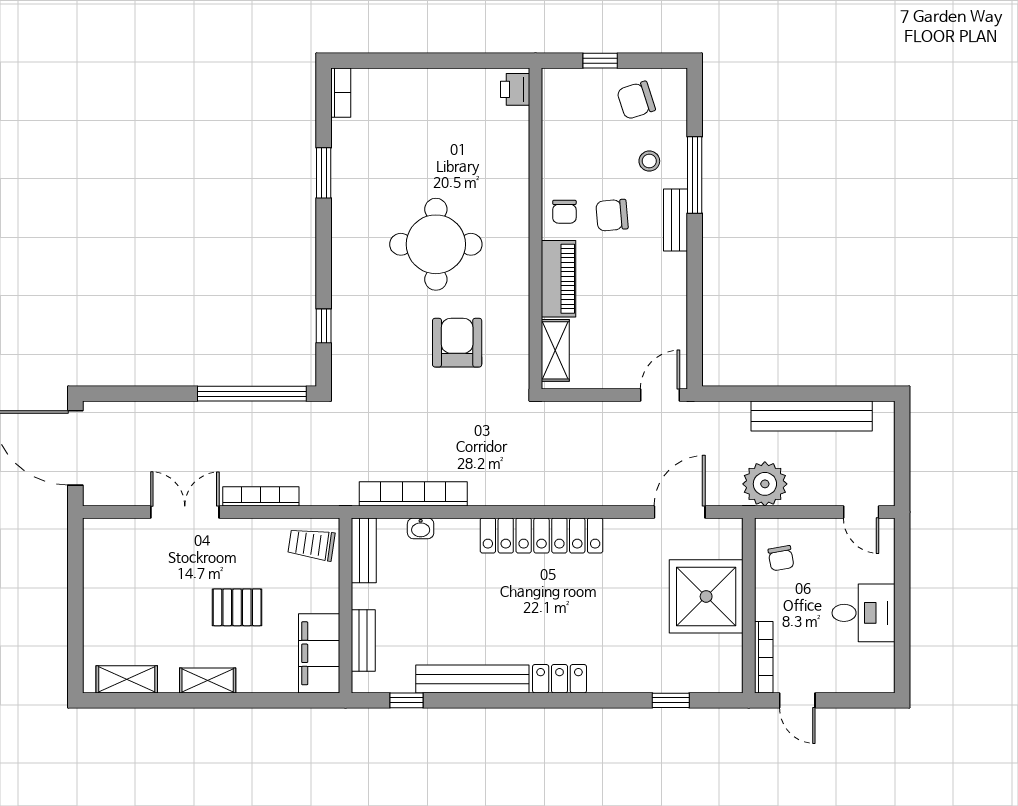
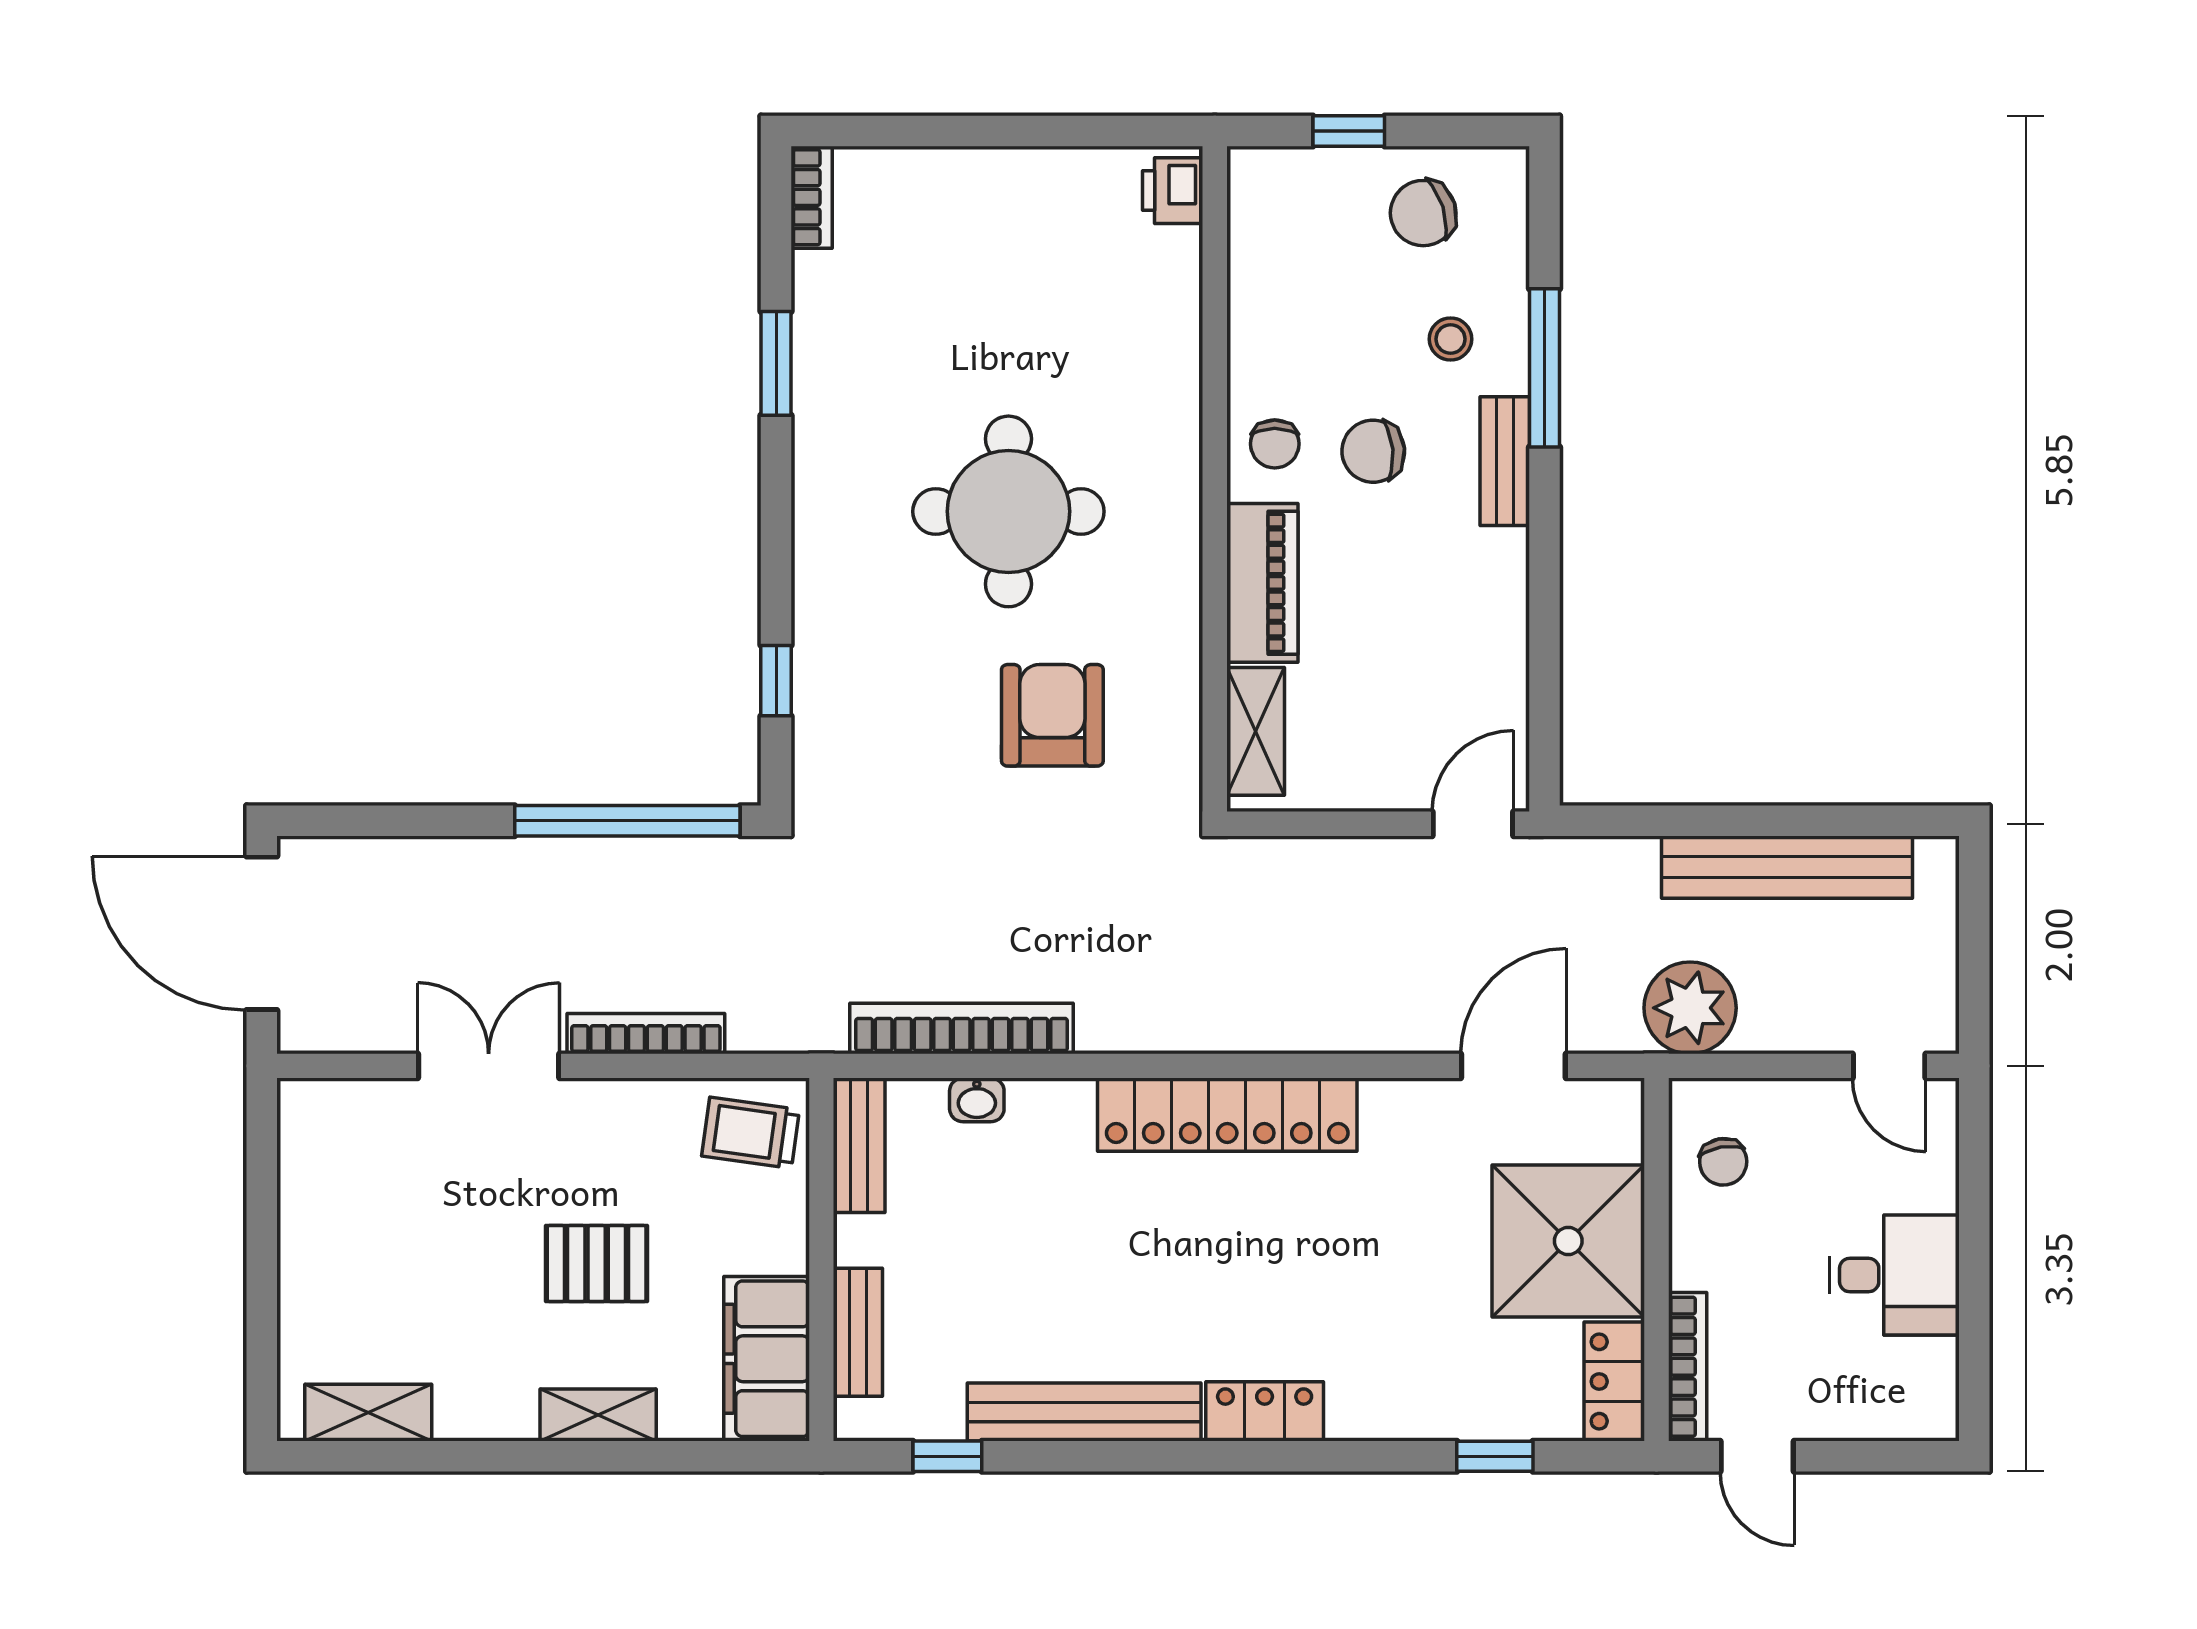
locker: (728, 664) -> (1614, 1382), added
shelving: (208, 680) -> (598, 1415), moved

